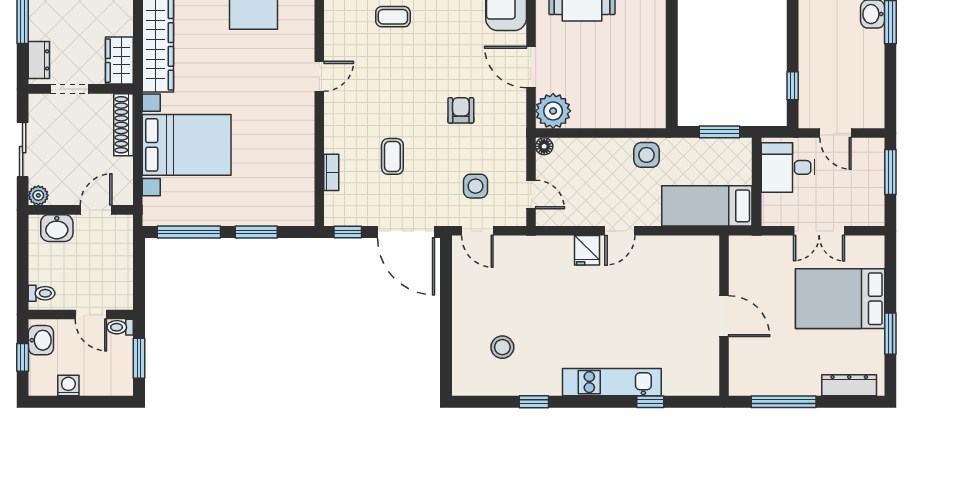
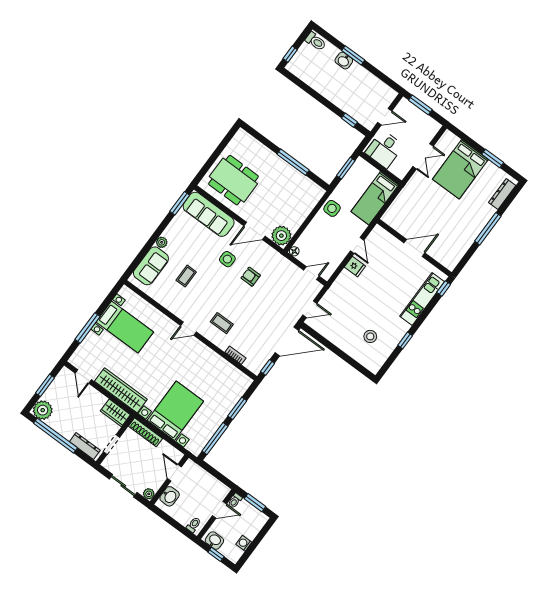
window: (672, 49) -> (293, 162), added
dresser: (39, 60) -> (85, 446), width x1.44
door: (319, 76) -> (188, 329), swing flipped
coffee table: (392, 156) -> (222, 323), moved
side table: (476, 186) -> (227, 259), moved
door: (724, 316) -> (414, 248), moved
wall: (724, 316) -> (414, 248), moved

